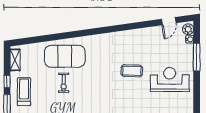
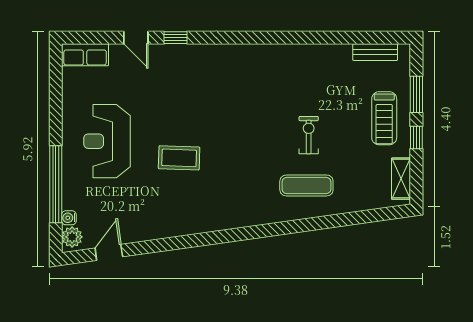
exercise mat: (65, 56) -> (306, 185), width x0.50, depth x0.69
window: (197, 57) -> (56, 184), width x1.46
reception desk: (170, 80) -> (107, 141), turned 90

